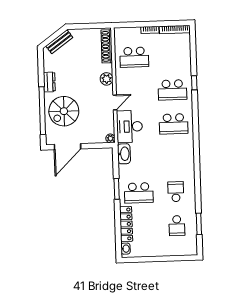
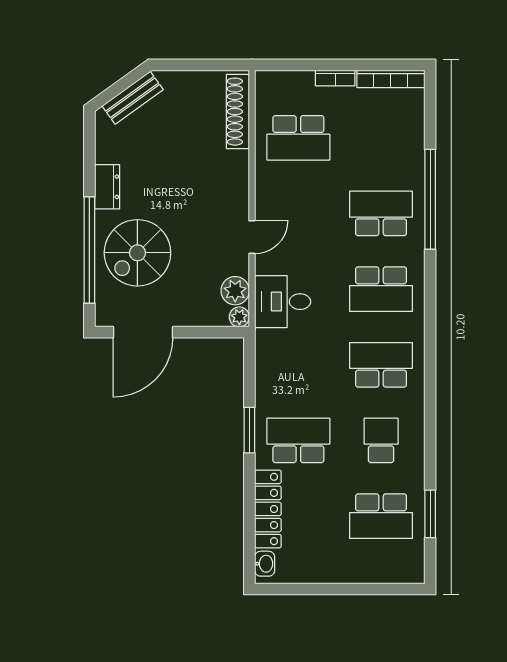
plant: (107, 79) -> (235, 291), moved
window: (194, 83) -> (430, 199), width x3.17
school desk: (172, 90) -> (381, 213), turned 180
desk: (129, 127) -> (283, 302), width x0.73
washbasin: (124, 154) -> (268, 352), removed
school desk: (175, 158) -> (381, 365), added
school desk: (139, 193) -> (298, 440), turned 180
school desk: (177, 226) -> (381, 516), width x1.85

